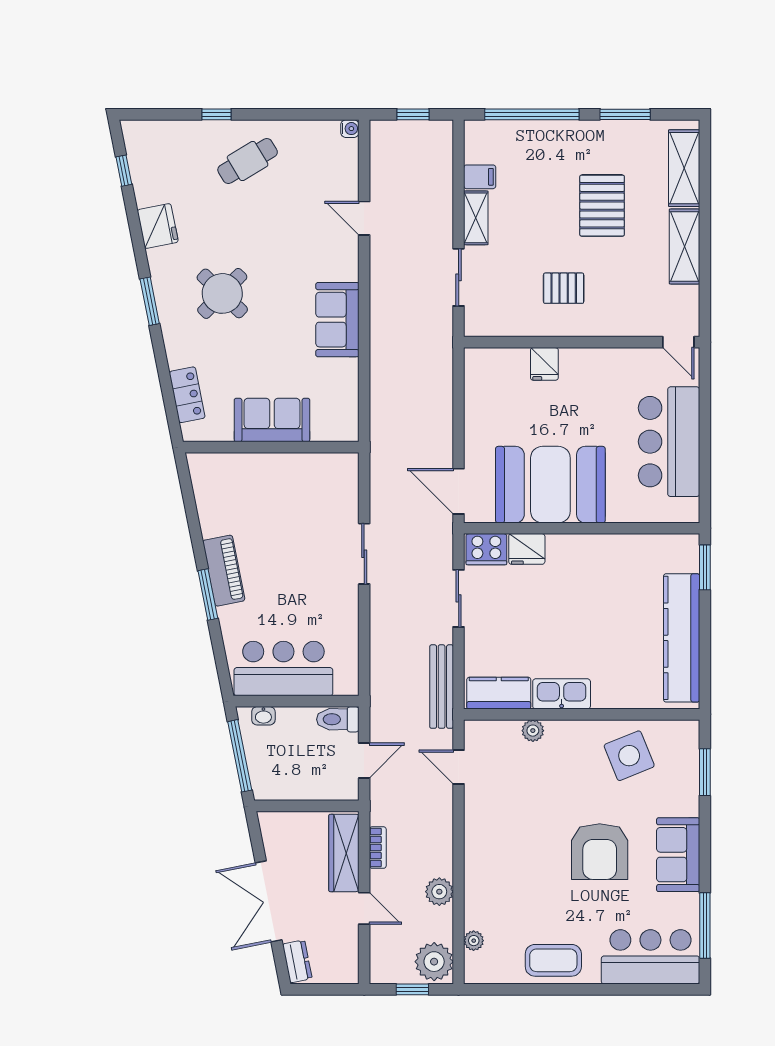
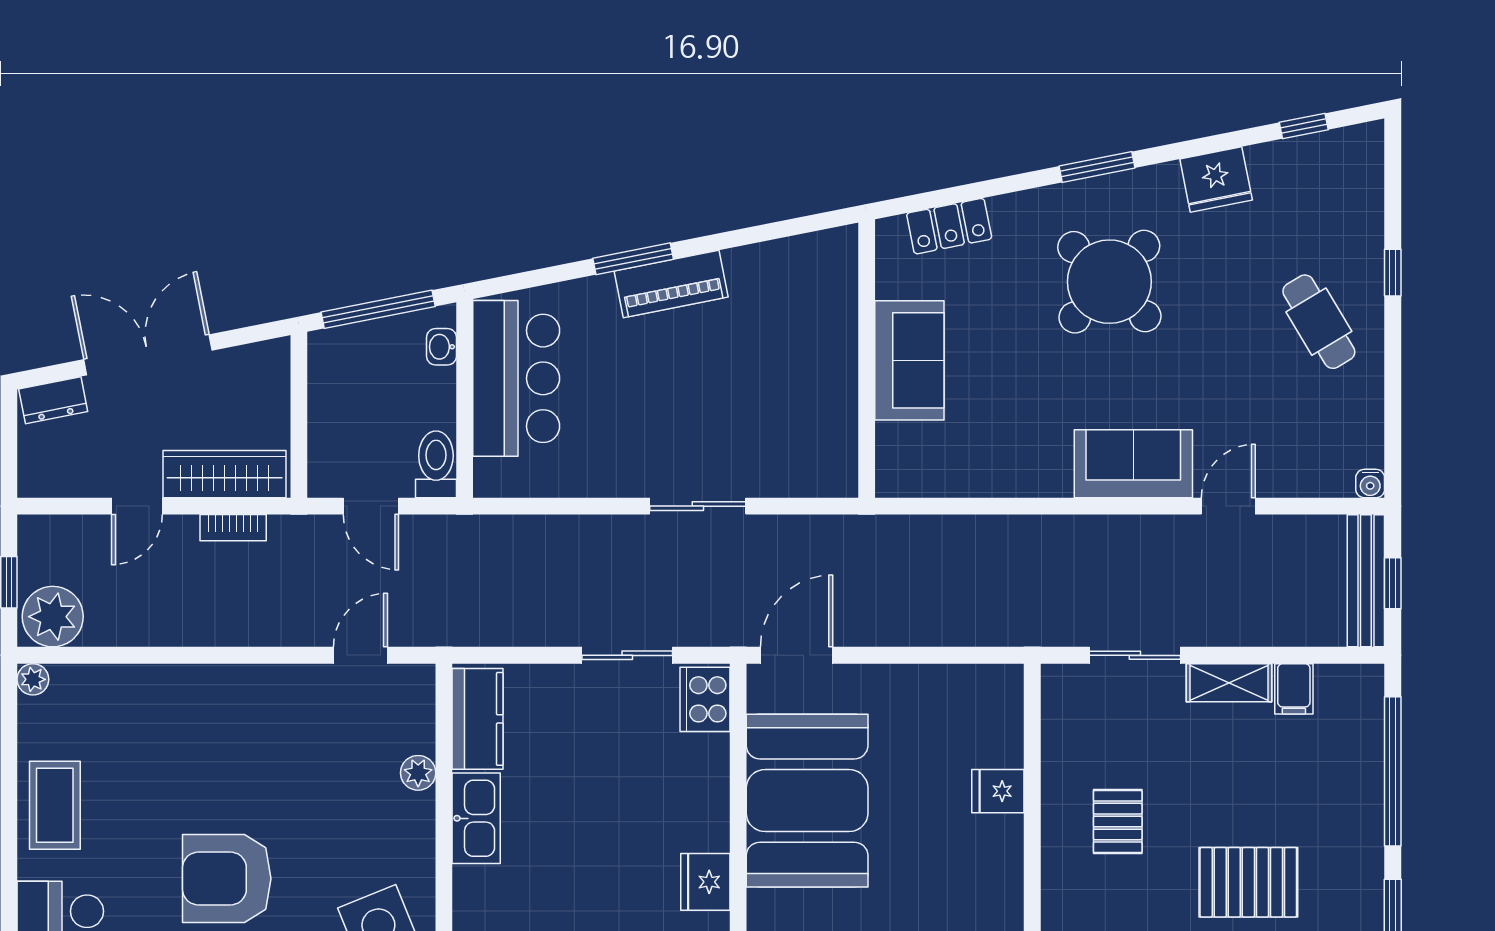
round table: (222, 293) -> (1109, 282), width x1.36, depth x1.36
sofa: (337, 320) -> (1133, 464), moved
fridge: (527, 549) -> (705, 882), moved
bench: (442, 687) -> (1366, 581), moved, turned 90
plant: (439, 892) -> (163, 625), removed
plant: (474, 941) -> (33, 679), moved

